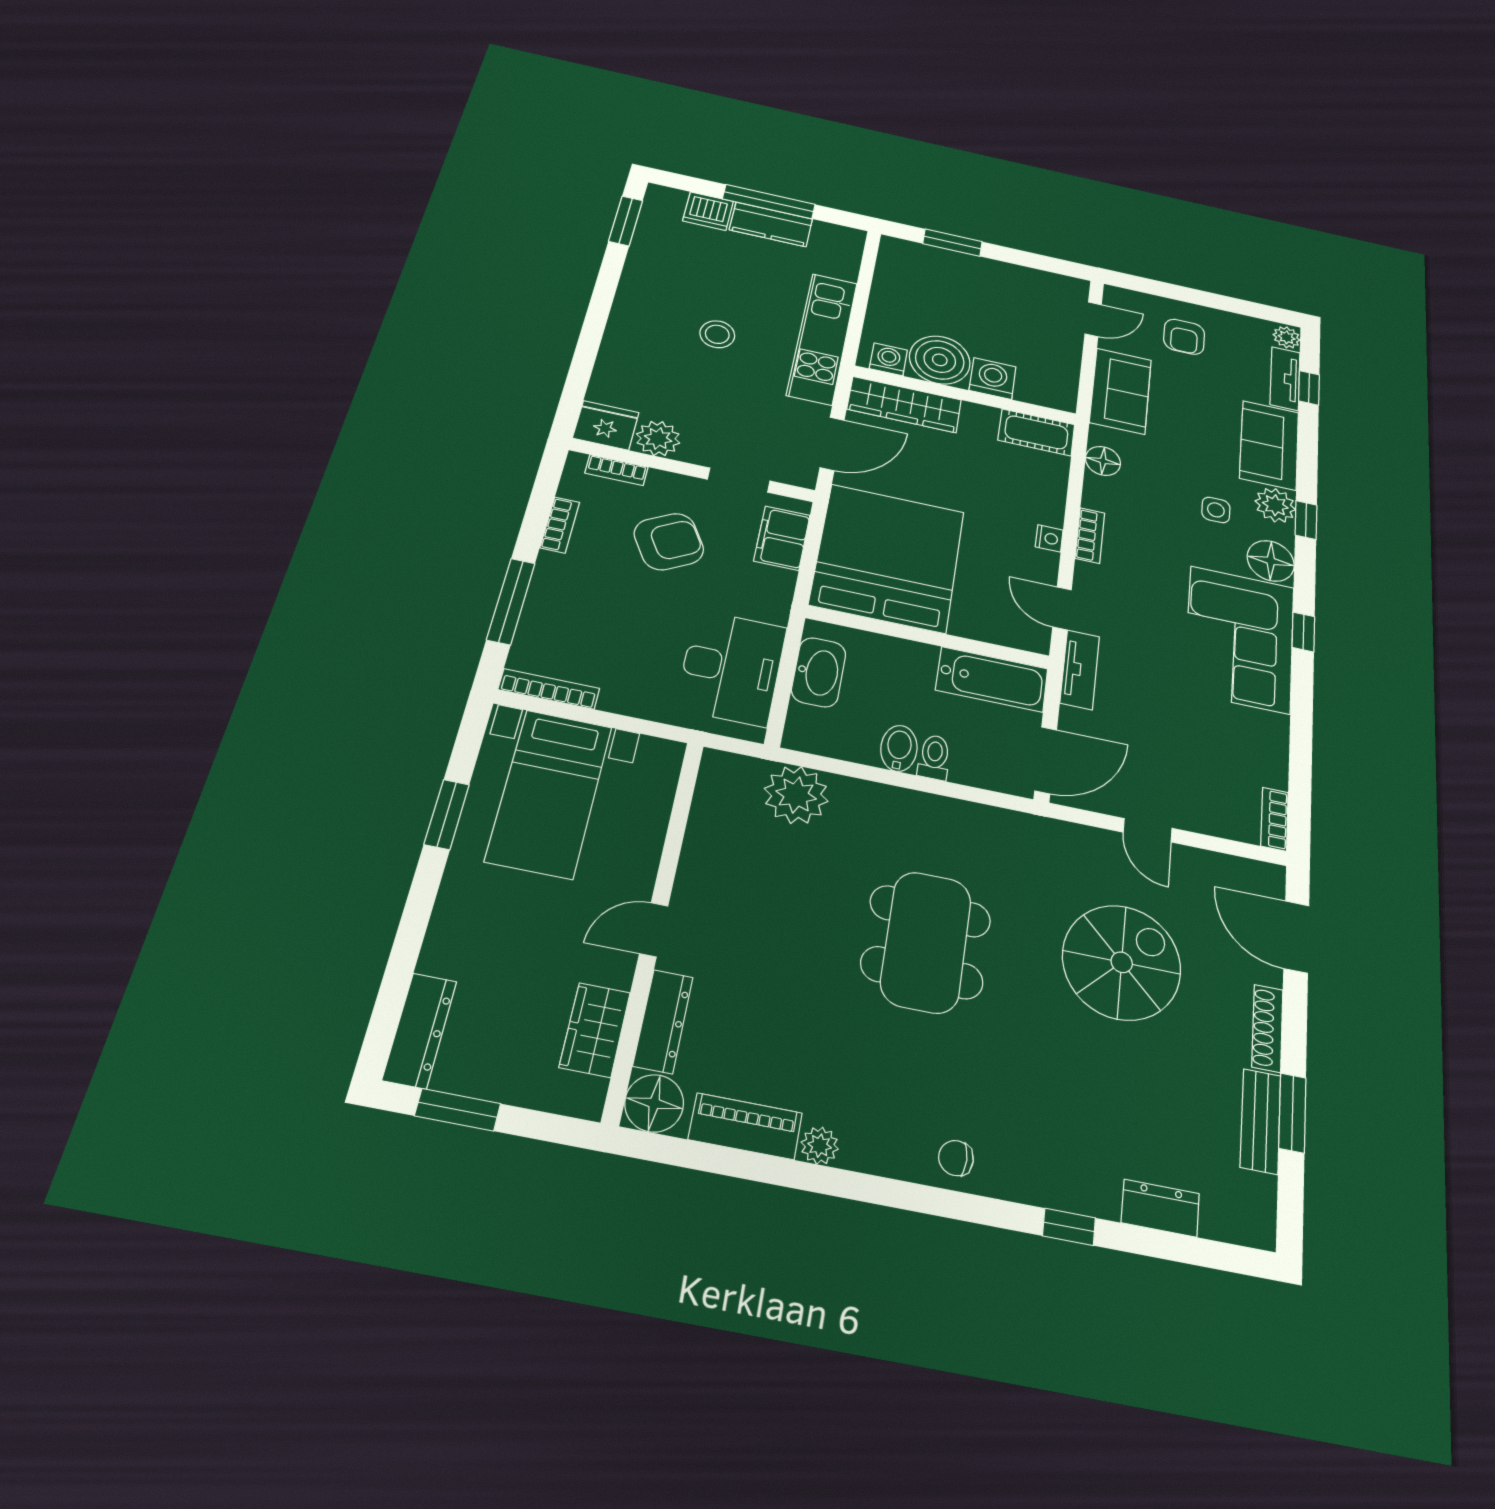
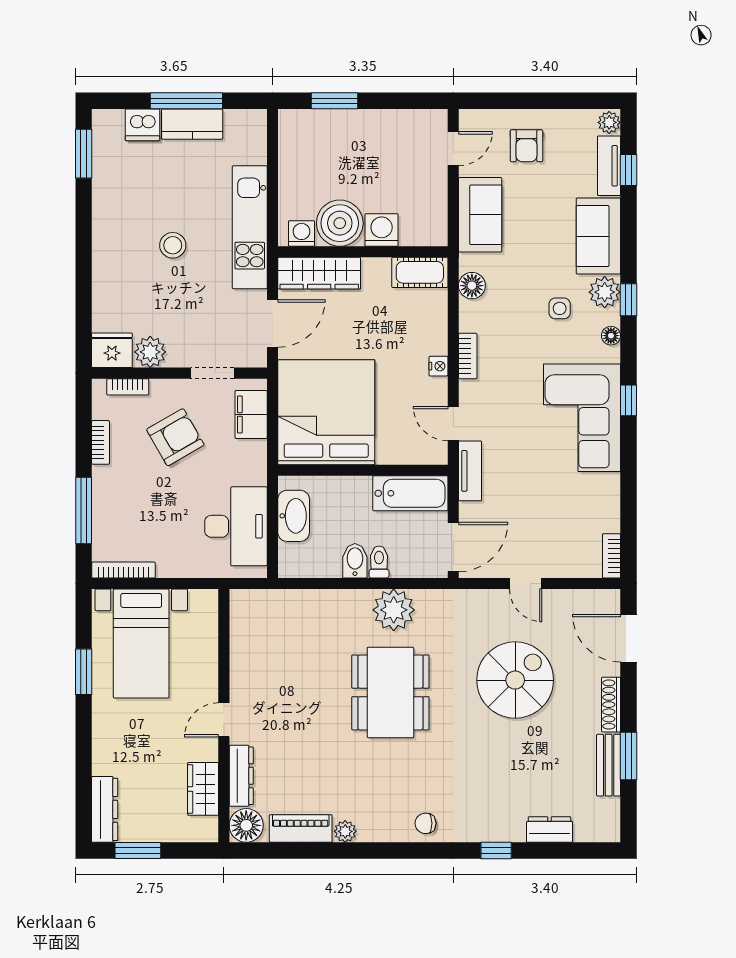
floor lamp: (1271, 561) -> (611, 336), width x0.53, depth x0.53
plant: (796, 795) -> (394, 610), moved

